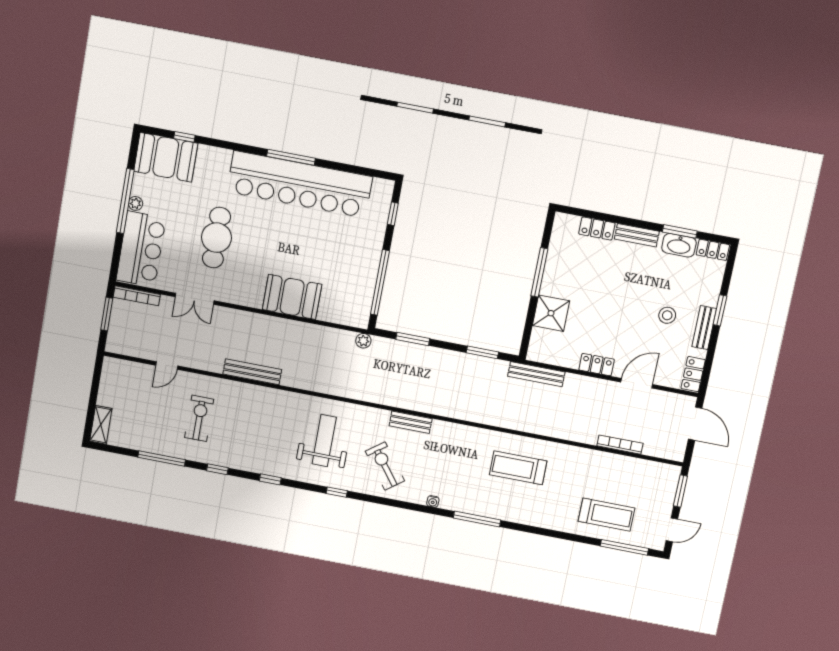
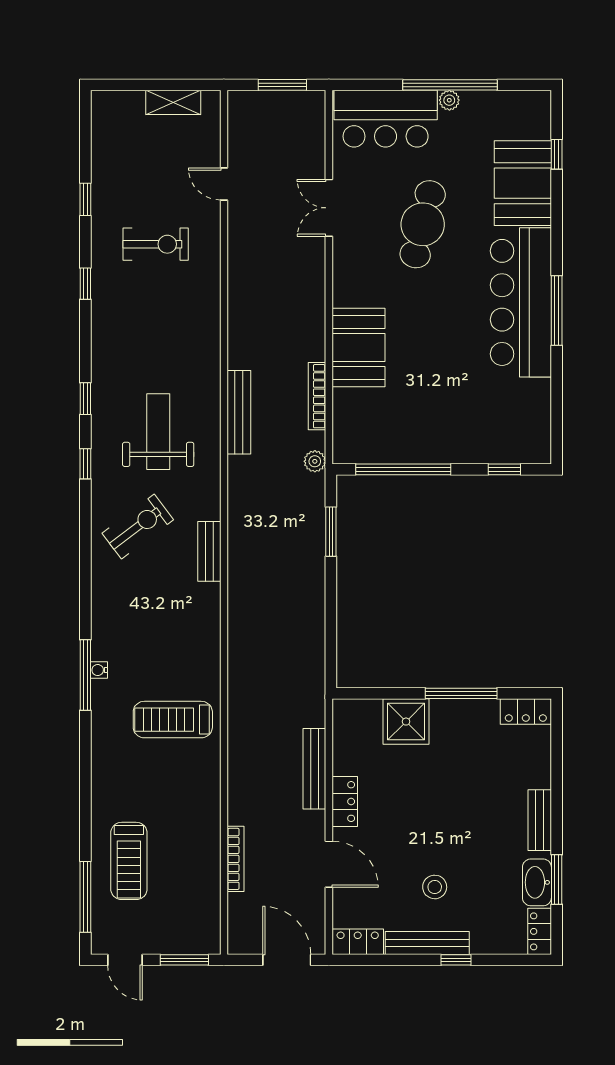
booth: (166, 157) -> (523, 183), moved
bar counter: (300, 184) -> (521, 302), width x0.73
locker: (597, 228) -> (526, 712), moved, turned -90
cafe table: (216, 238) -> (423, 224), turned -76
bookcase: (137, 296) -> (317, 396), moved
window: (720, 310) -> (456, 960), width x0.67
bench: (704, 328) -> (427, 943), width x1.36
window: (482, 352) -> (331, 635), removed
bench: (252, 372) -> (239, 412), moved
bench: (536, 374) -> (314, 769), moved
door: (695, 424) -> (287, 960), swing flipped
shelving: (101, 425) -> (173, 102), moved
weight bench: (324, 441) -> (158, 432), turned -90
window: (162, 458) -> (85, 199), width x0.46
treadmill: (518, 468) -> (173, 720), turned -90
window: (270, 479) -> (85, 399), moved
water cooler: (433, 501) -> (99, 670), moved

